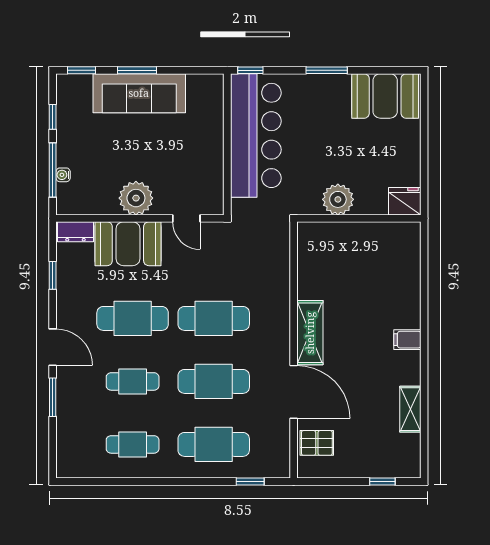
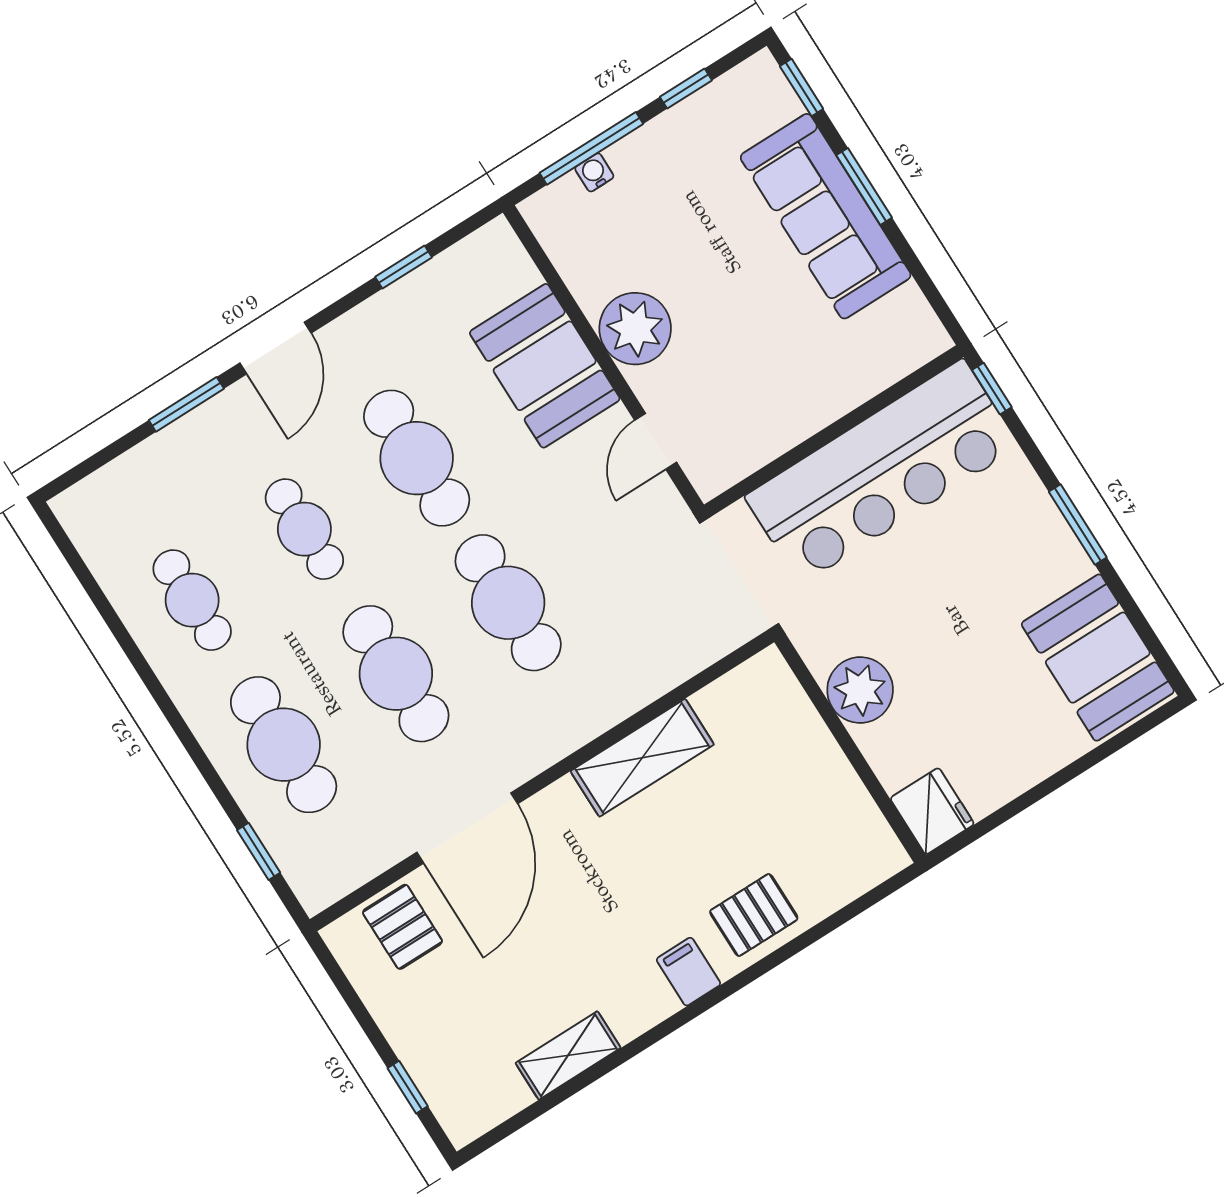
dresser: (75, 232) -> (507, 259), removed
pallet: (401, 299) -> (754, 915), added
shelving: (310, 333) -> (642, 758), moved

